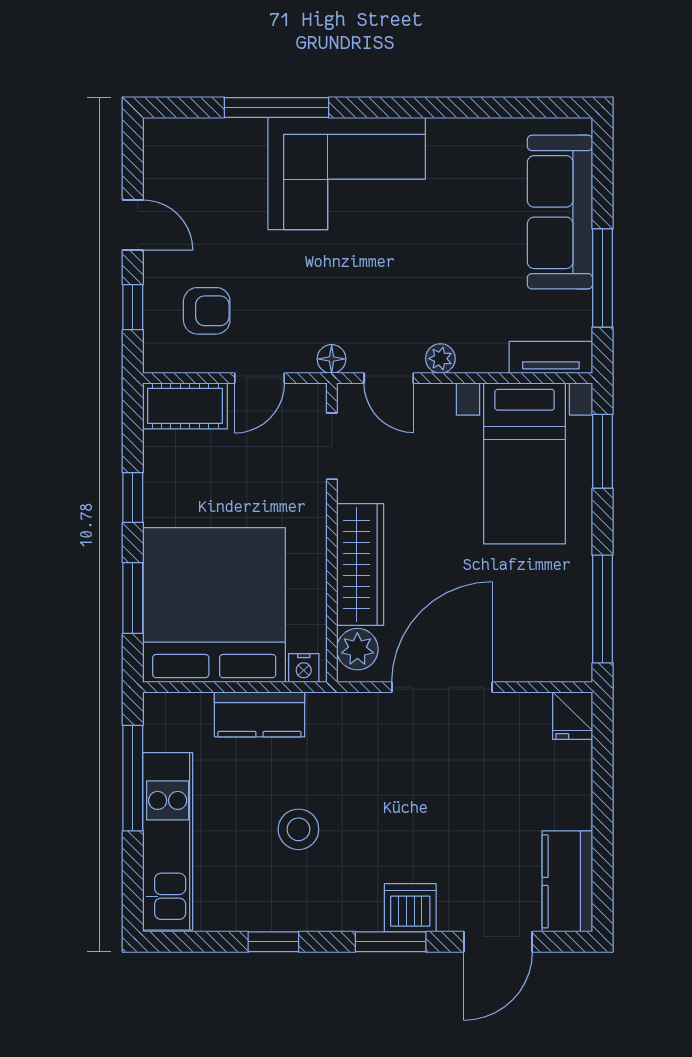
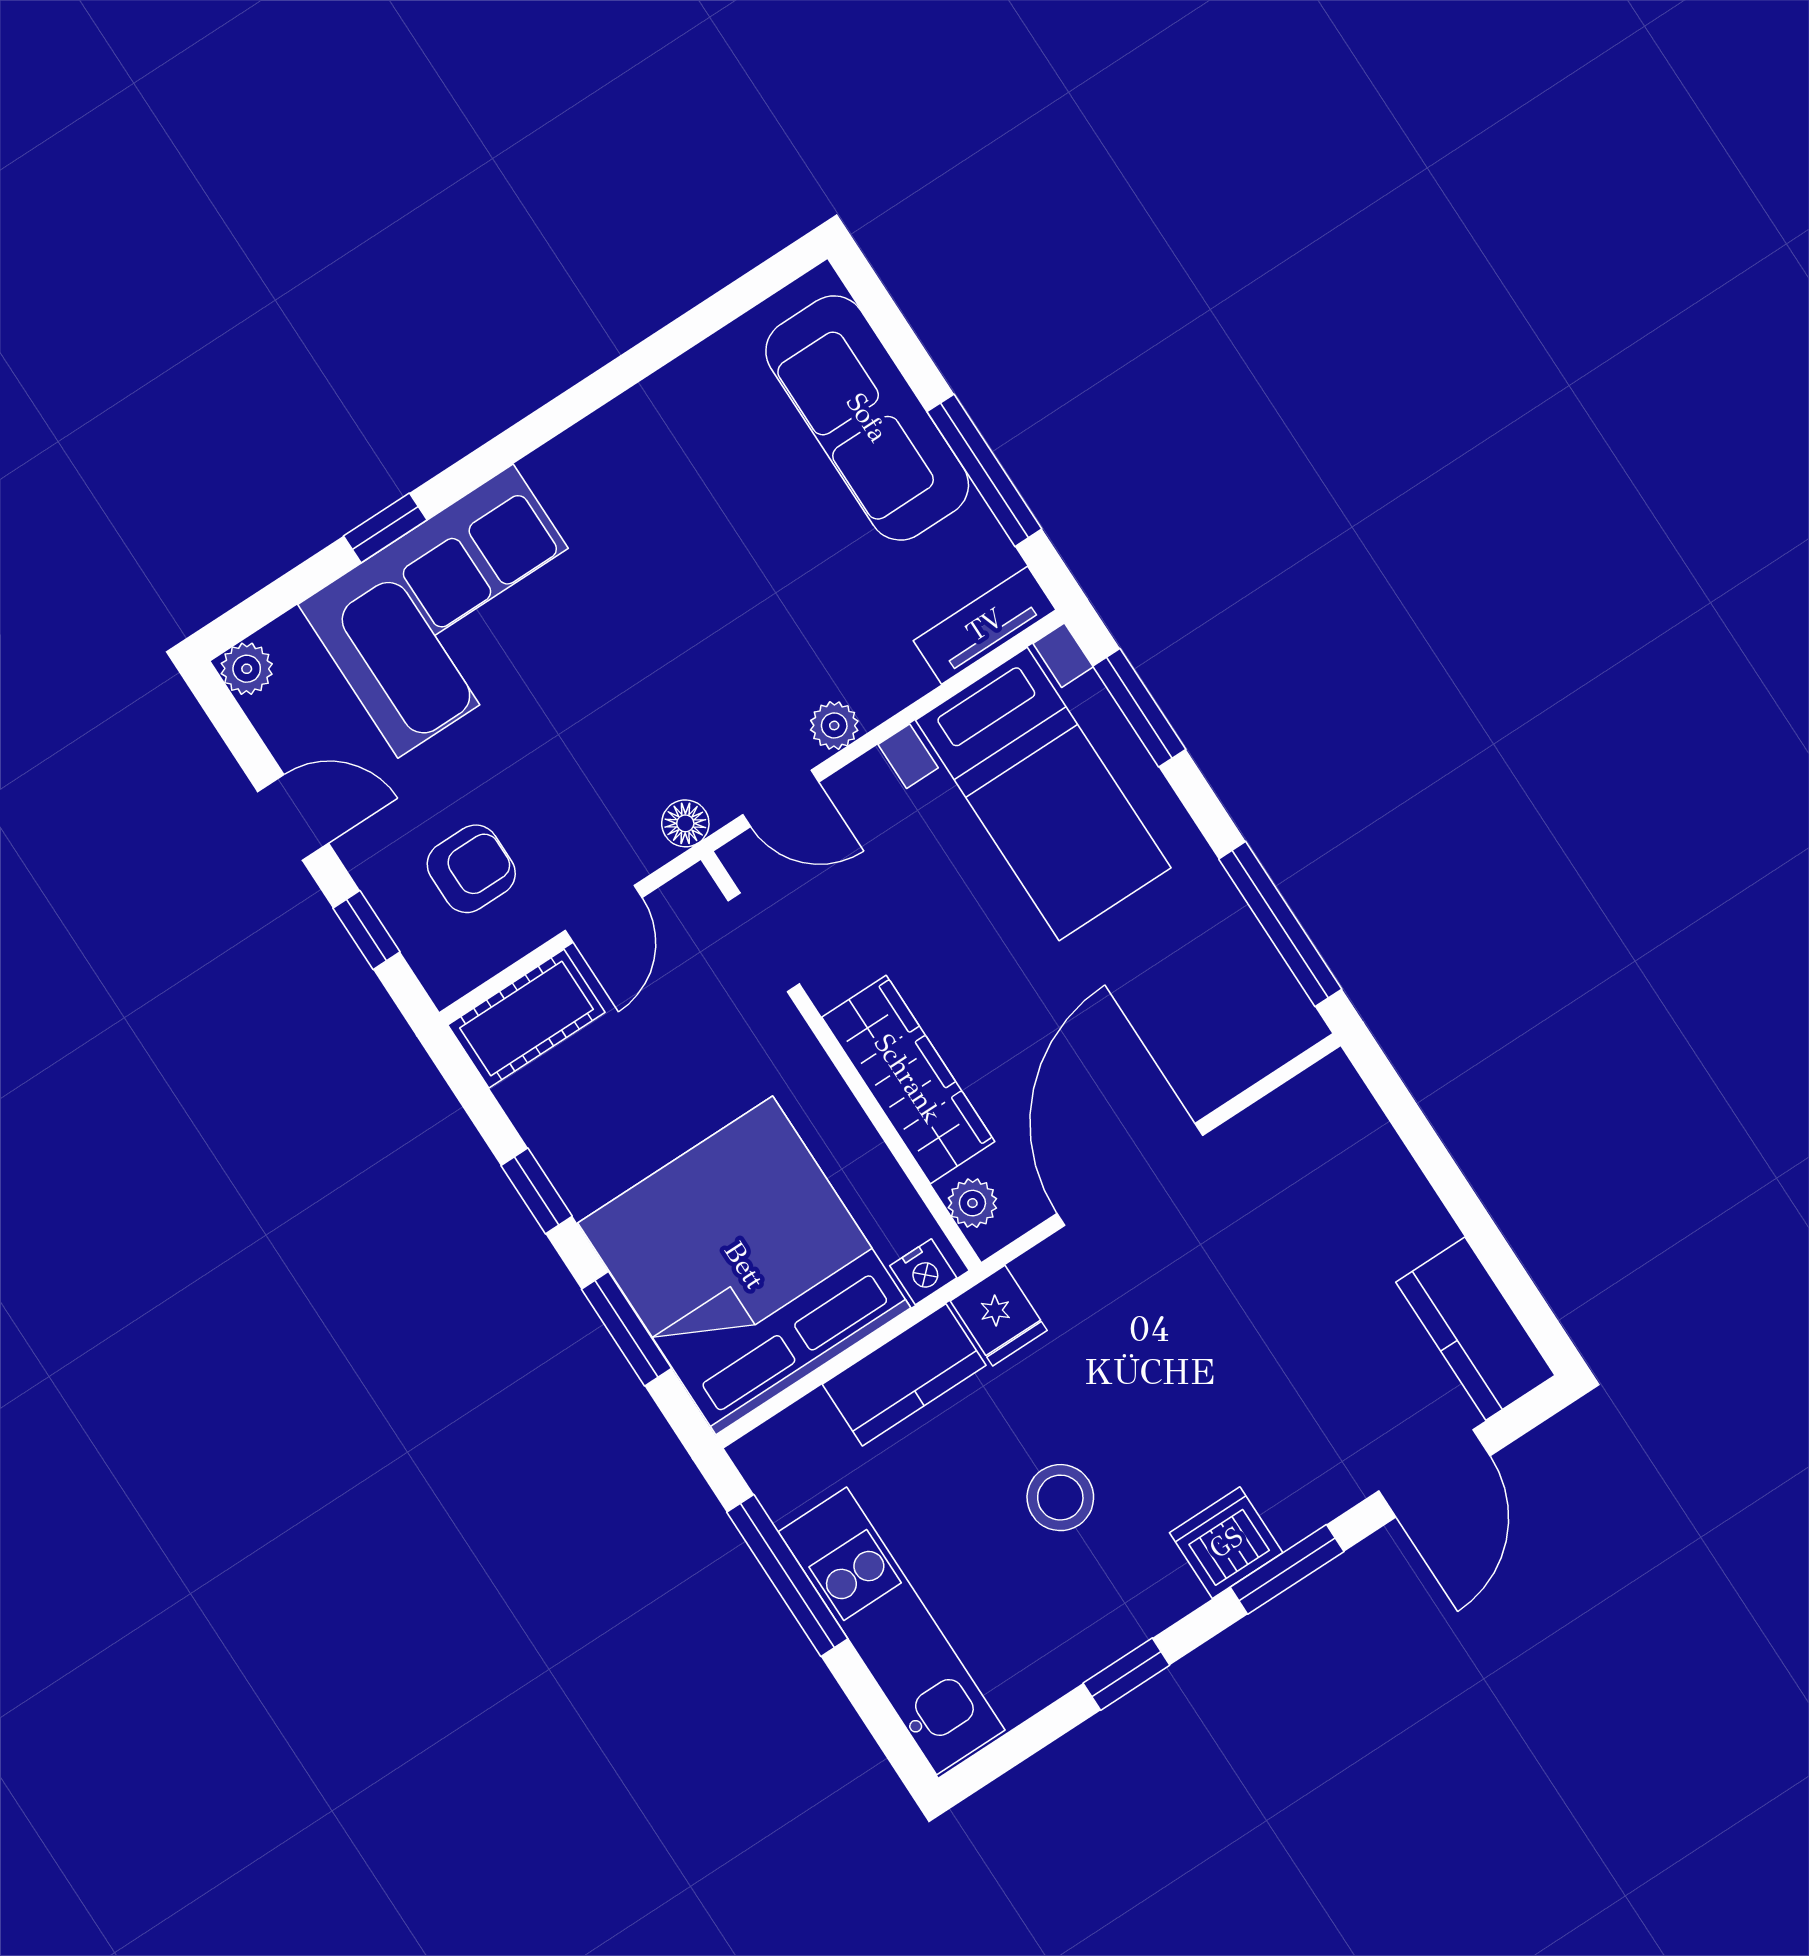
window: (277, 108) -> (385, 528), width x0.46
plant: (159, 133) -> (247, 669), added
corner sofa: (347, 174) -> (456, 611), moved
plant: (357, 649) -> (972, 1203), width x0.73, depth x0.73
fridge: (573, 716) -> (999, 1316), moved
dishwasher: (410, 908) -> (1226, 1543), moved

